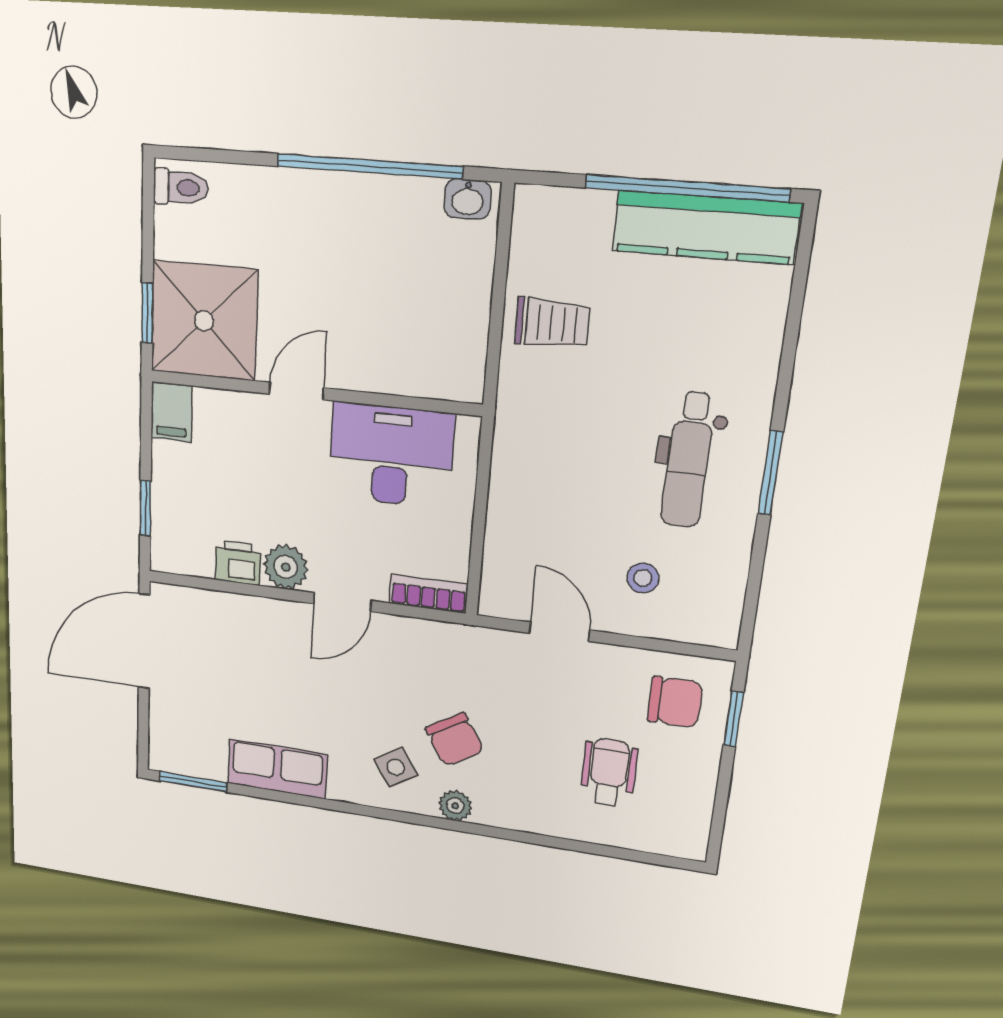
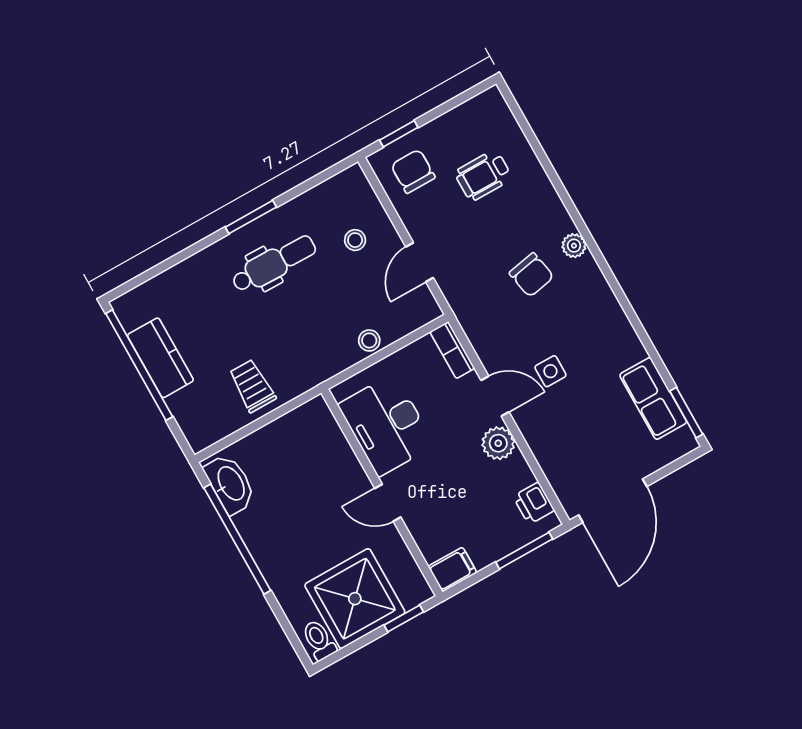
washbasin: (468, 199) -> (230, 484), width x1.91, depth x1.45
kitchen counter: (705, 227) -> (160, 358), width x0.67
shower: (204, 321) -> (355, 599), moved
window: (145, 508) -> (524, 551), width x1.50
stool: (507, 508) -> (369, 340), added
printer: (238, 563) -> (534, 503), moved
door: (144, 641) -> (613, 501), hinge flipped
chair: (454, 740) -> (532, 275), turned 110
side table: (396, 767) -> (550, 371), moved, turned 32
row of seats: (277, 769) -> (653, 399), moved

